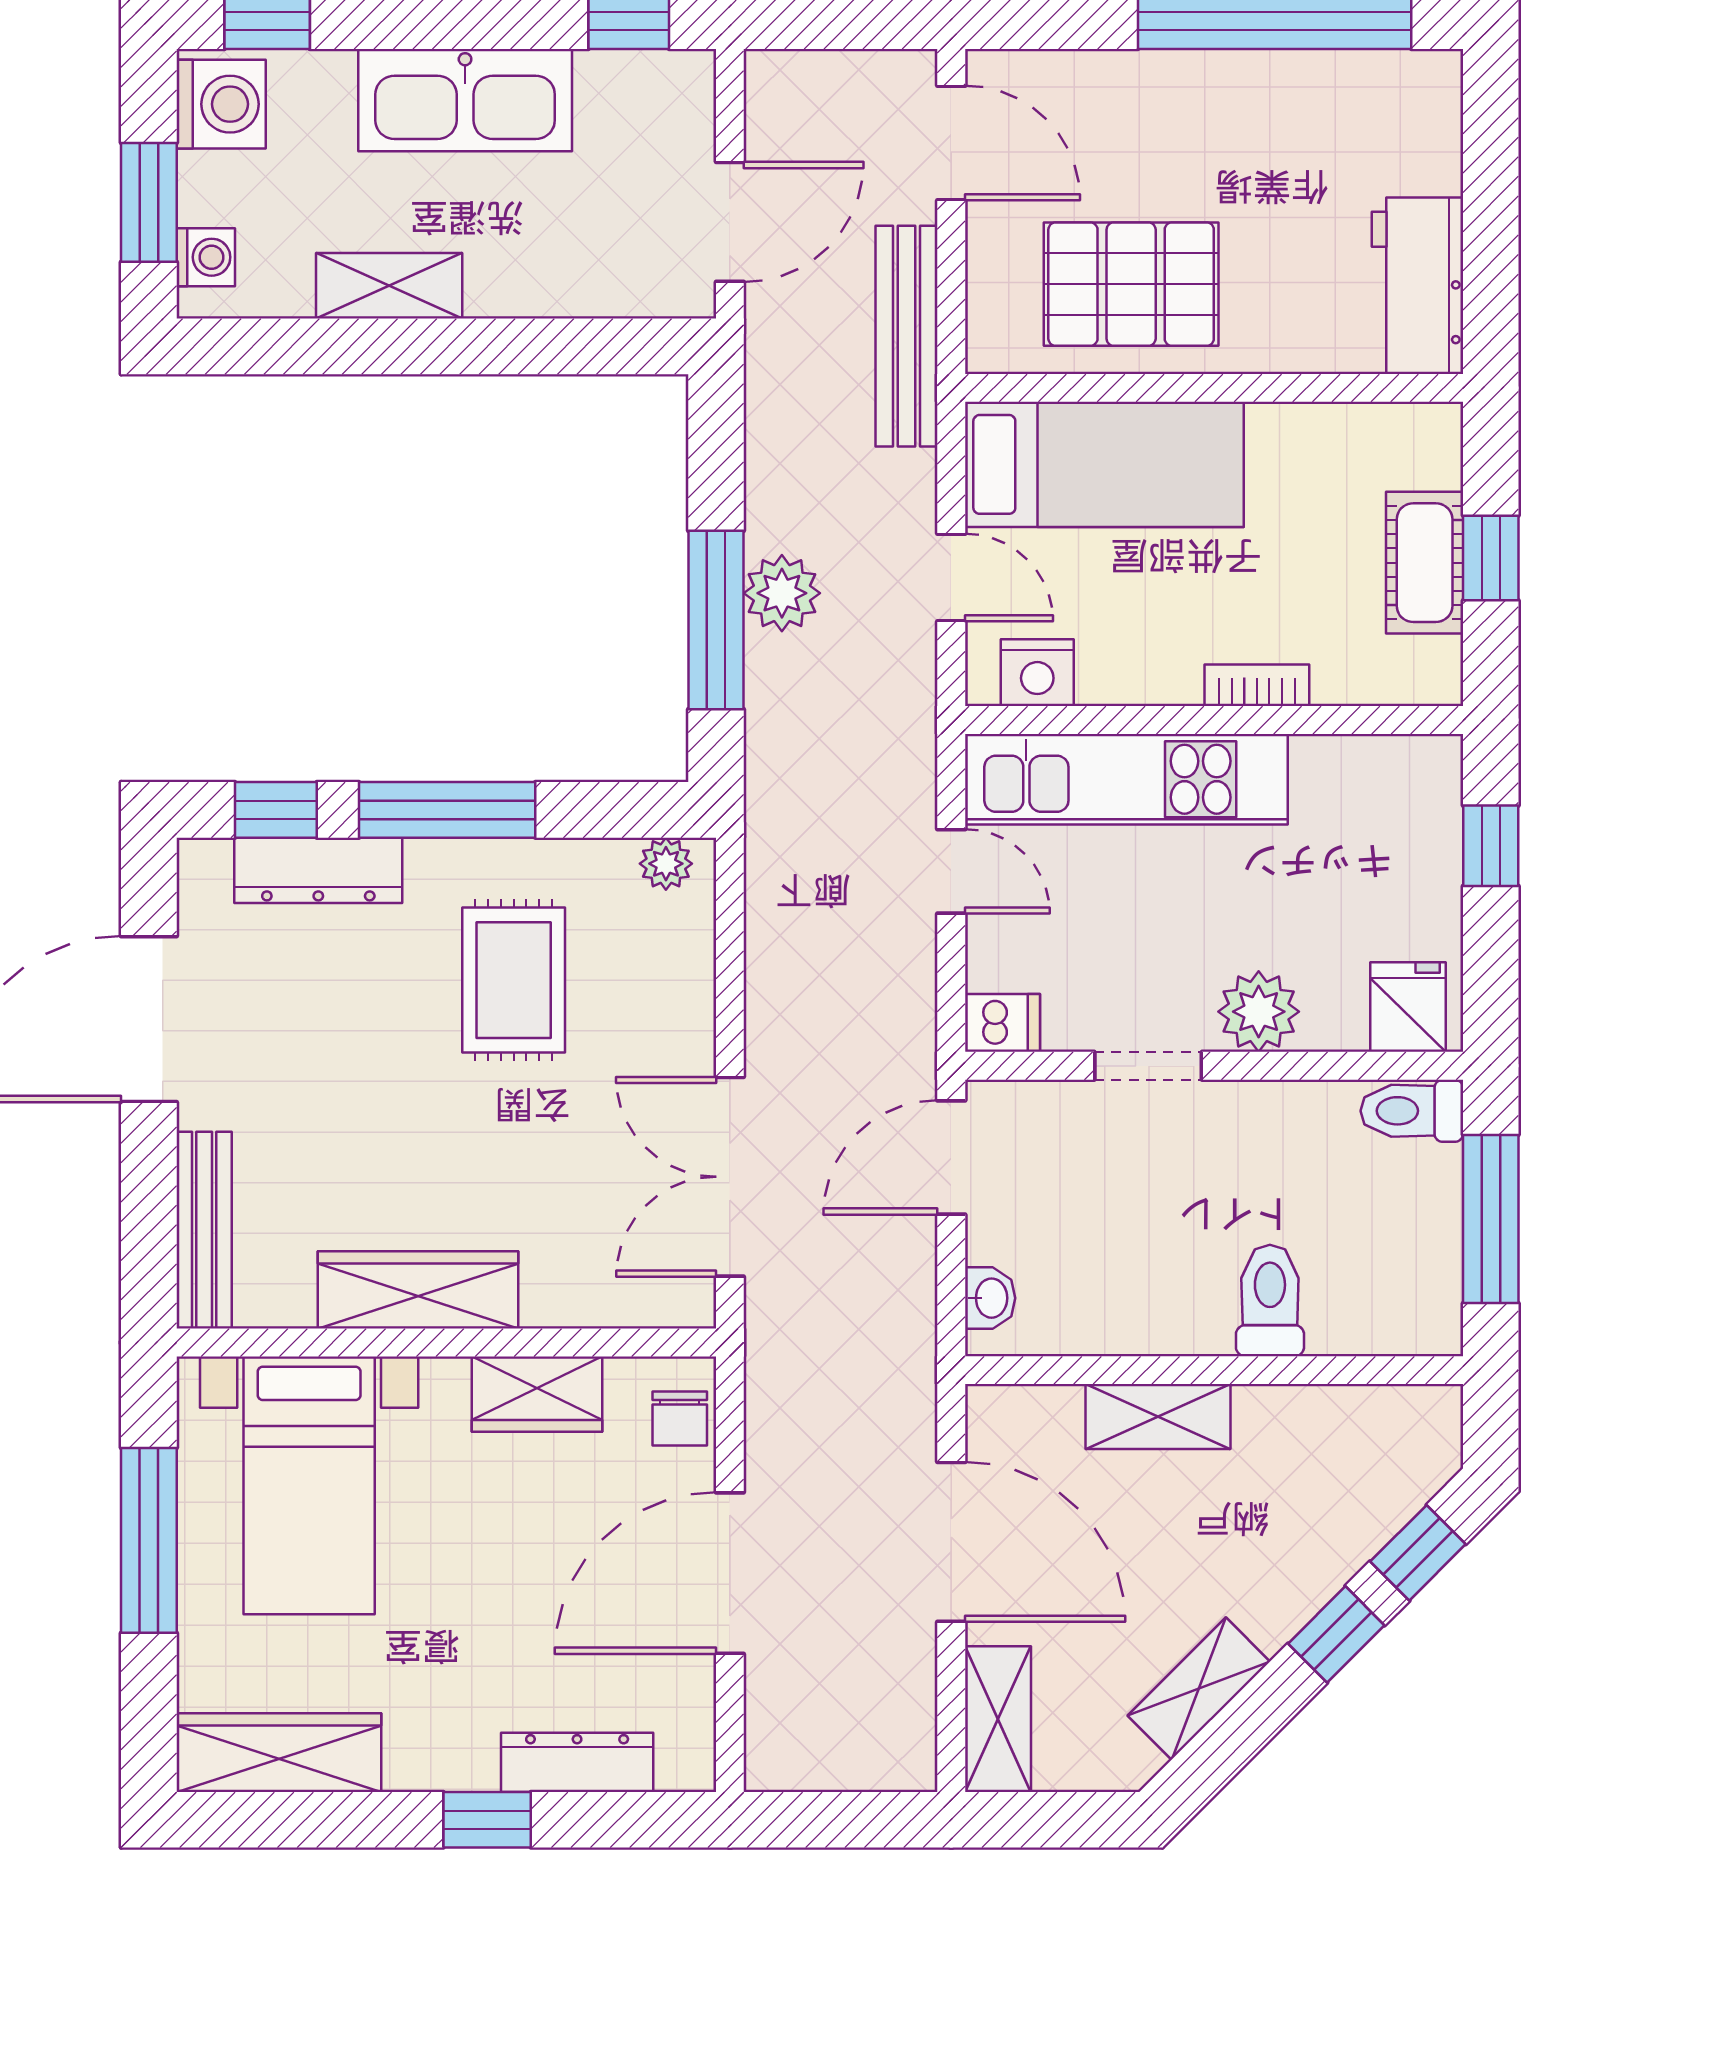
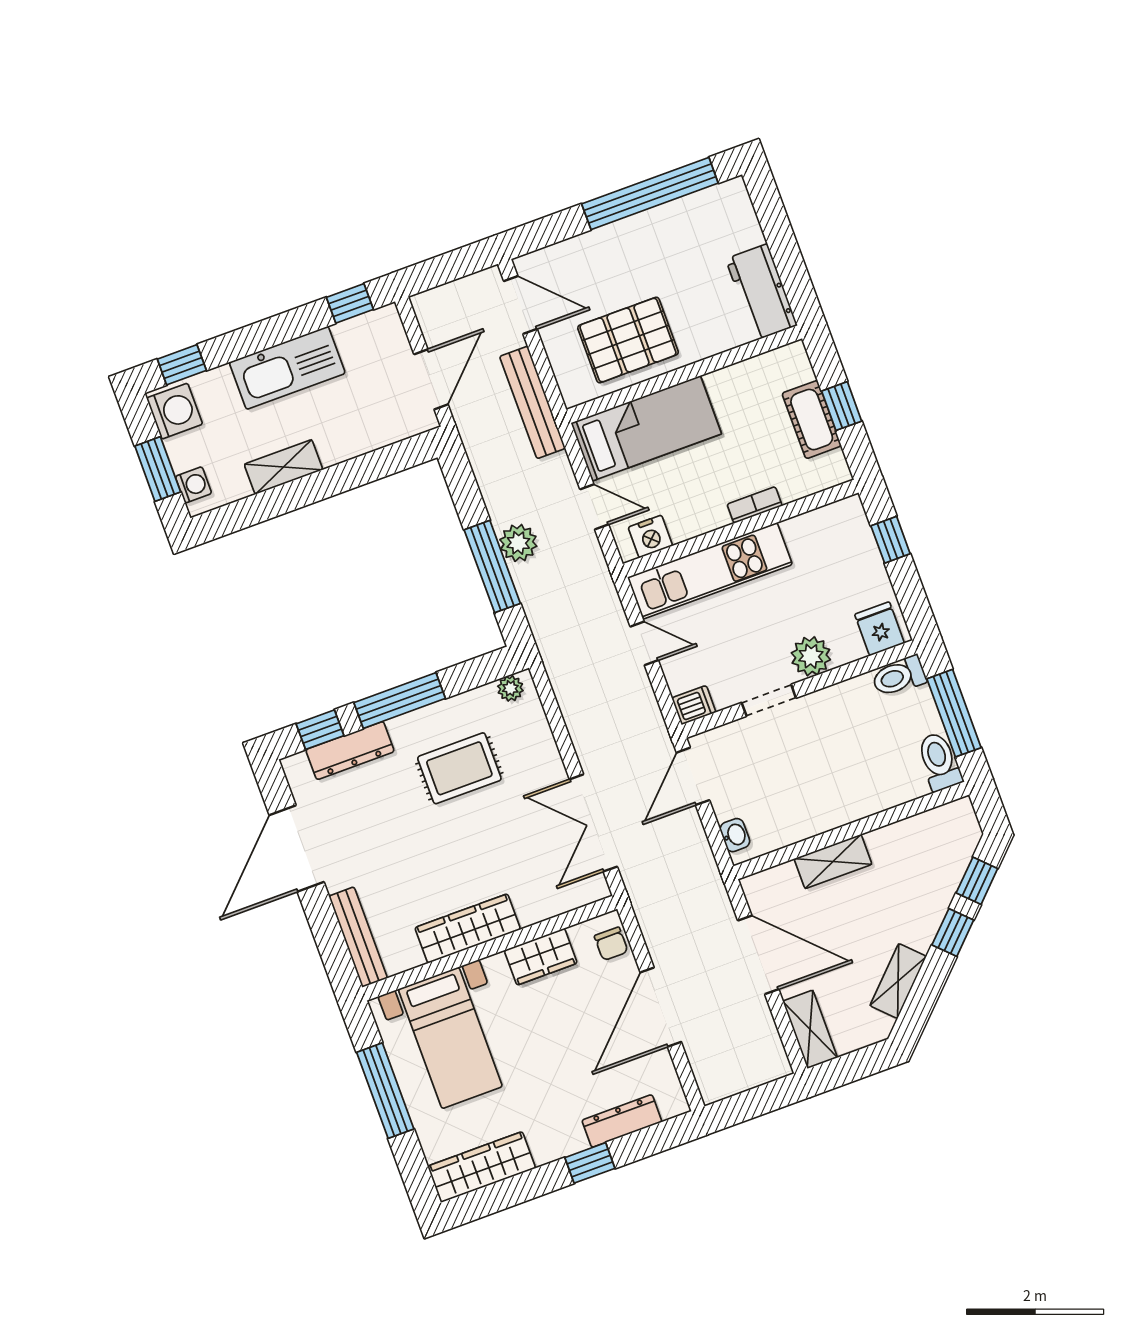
rug: (514, 980) -> (459, 768), turned 90
toilet: (1270, 1300) -> (939, 762), moved

